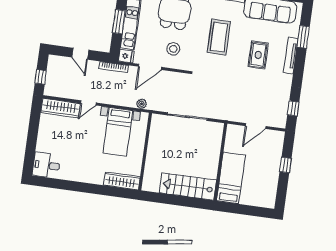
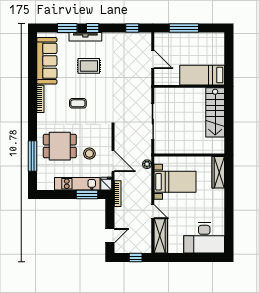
window: (119, 22) -> (87, 195), moved
coffee table: (219, 37) -> (78, 103), width x0.54, depth x0.58
stool: (173, 49) -> (89, 154), moved
door: (80, 54) -> (110, 236), moved
window: (299, 65) -> (93, 28), added
desk: (46, 165) -> (204, 238), width x1.87, depth x1.30
window: (285, 165) -> (184, 28), width x2.17

